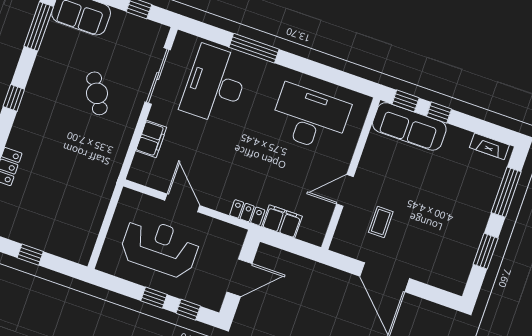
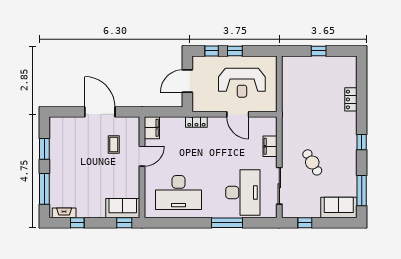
window: (439, 113) -> (77, 223), moved
sofa: (409, 126) -> (123, 208), width x0.73
filing cabinet: (282, 221) -> (152, 128), moved, turned -90

